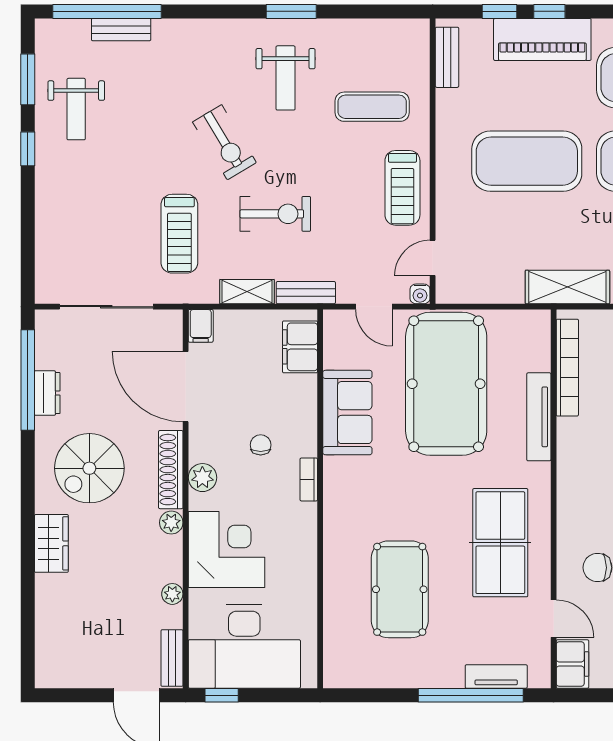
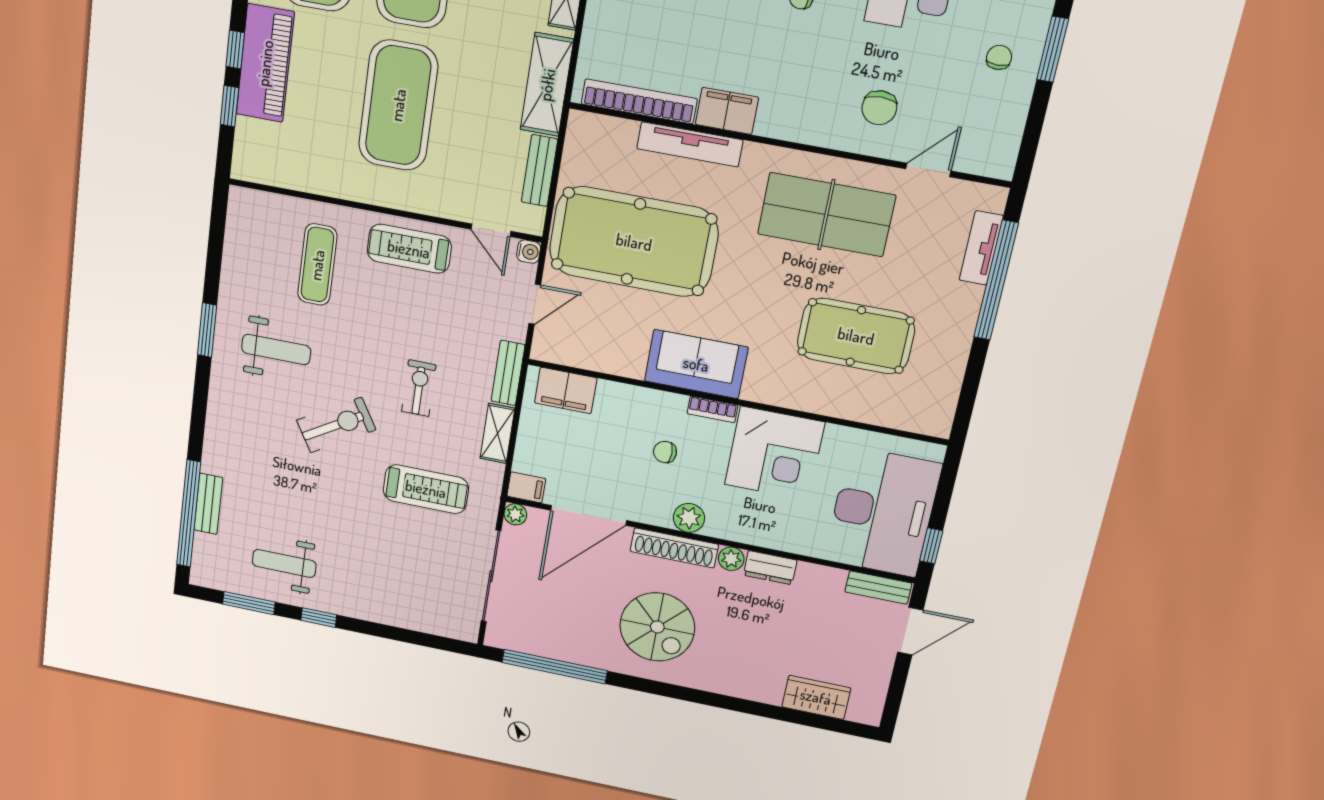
bench: (447, 57) -> (539, 171), moved, turned 90
weight bench: (76, 109) -> (284, 563), turned 180
treadmill: (402, 188) -> (409, 249), turned 180
exercise bike: (275, 214) -> (419, 388), width x0.73, depth x0.72
dresser: (47, 393) -> (770, 568), moved, turned 180
sofa: (347, 413) -> (696, 364), moved
wardrobe: (51, 543) -> (816, 697), moved
corner desk: (226, 549) -> (774, 453), moved, turned 180
plant: (172, 594) -> (515, 514), moved
filing cabinet: (572, 664) -> (727, 111), moved

